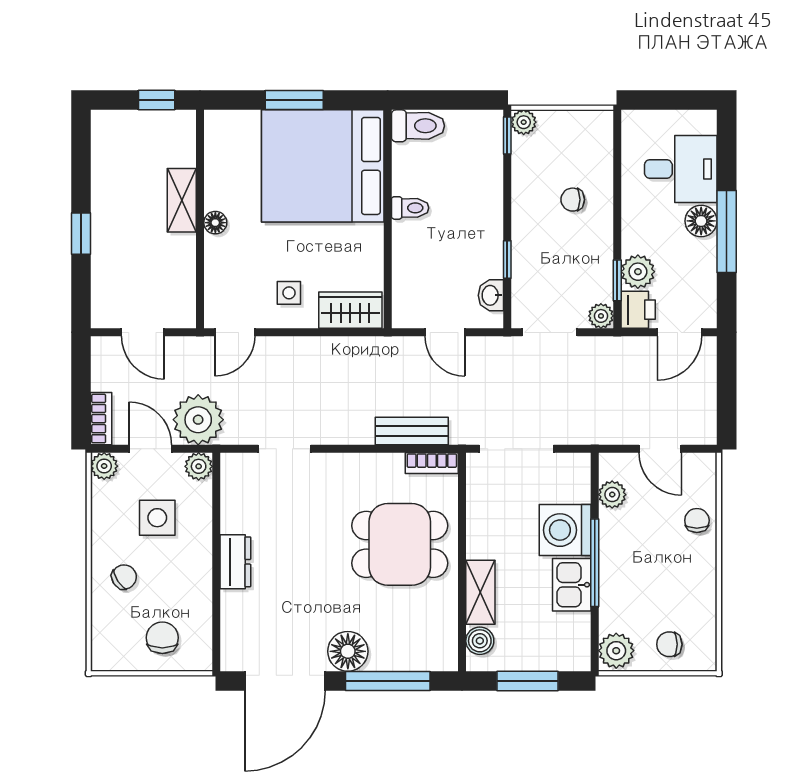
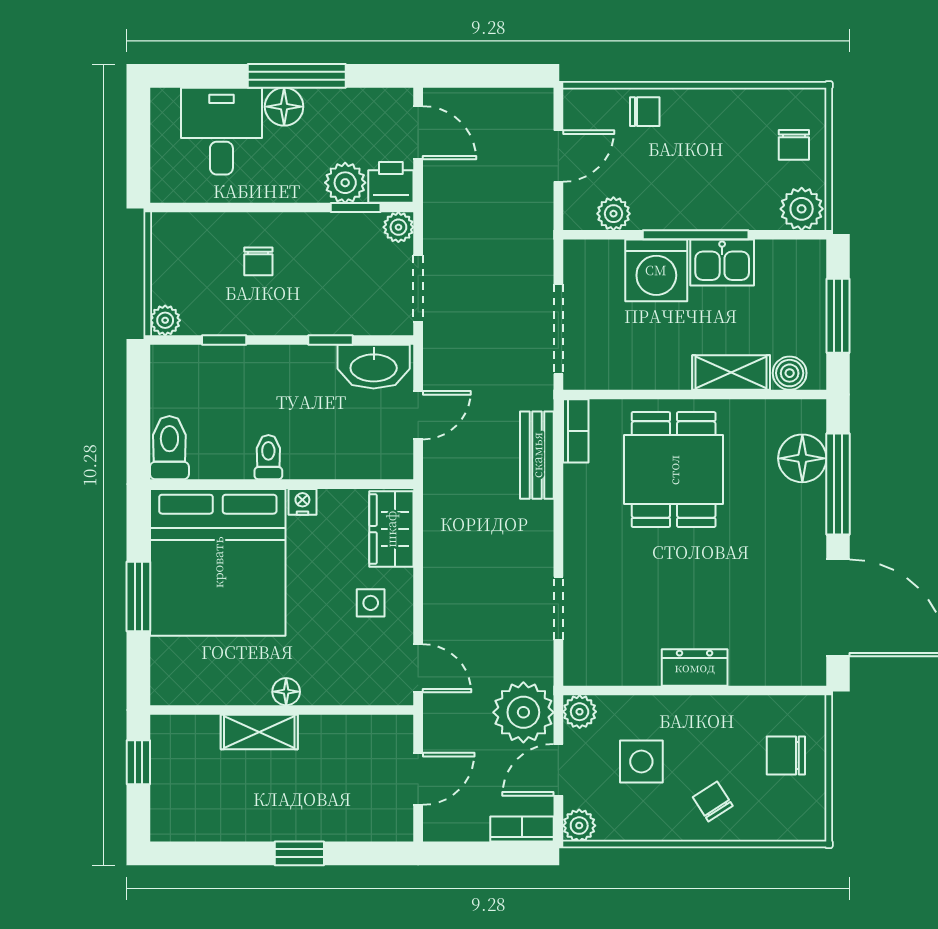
window: (507, 135) -> (224, 340), moved
nightstand: (373, 236) -> (302, 502), added
washbasin: (491, 295) -> (374, 367), width x1.91, depth x1.45
chair: (697, 520) -> (645, 112), turned 180
floor lamp: (348, 651) -> (802, 458), moved

